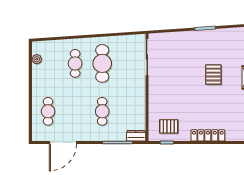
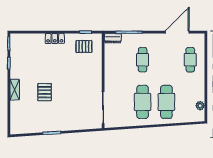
cafe table: (75, 63) -> (166, 102), width x1.37, depth x1.35
locker: (208, 135) -> (55, 39), width x0.66

